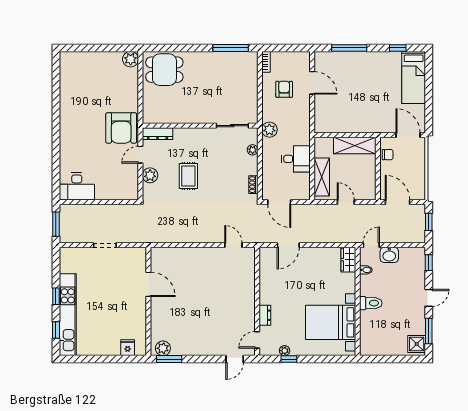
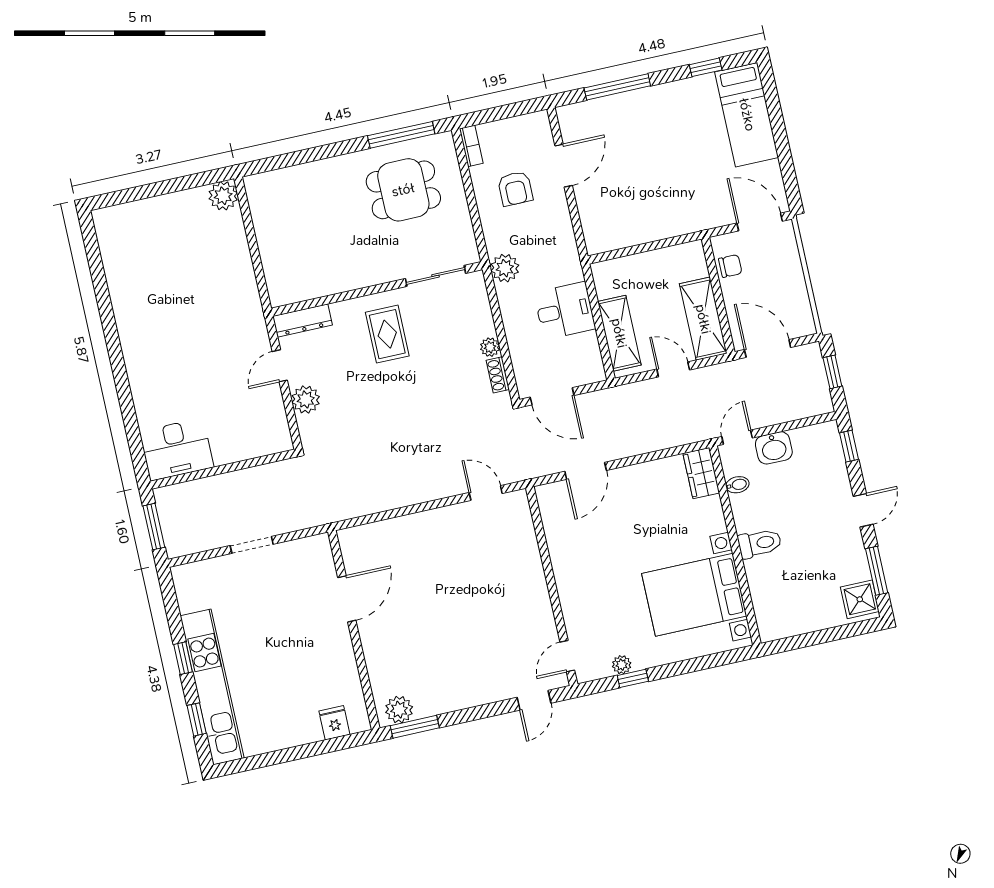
dining table: (164, 70) -> (403, 190), moved
door: (312, 83) -> (564, 166), hinge flipped
armchair: (284, 89) -> (515, 189), turned 180
armchair: (121, 128) -> (234, 325), removed
shelving: (355, 146) -> (703, 319), moved, turned 90
plant: (253, 150) -> (490, 347), moved
rug: (188, 176) -> (387, 334), moved
door: (148, 284) -> (347, 599), hinge flipped
dresser: (265, 315) -> (571, 608), removed

